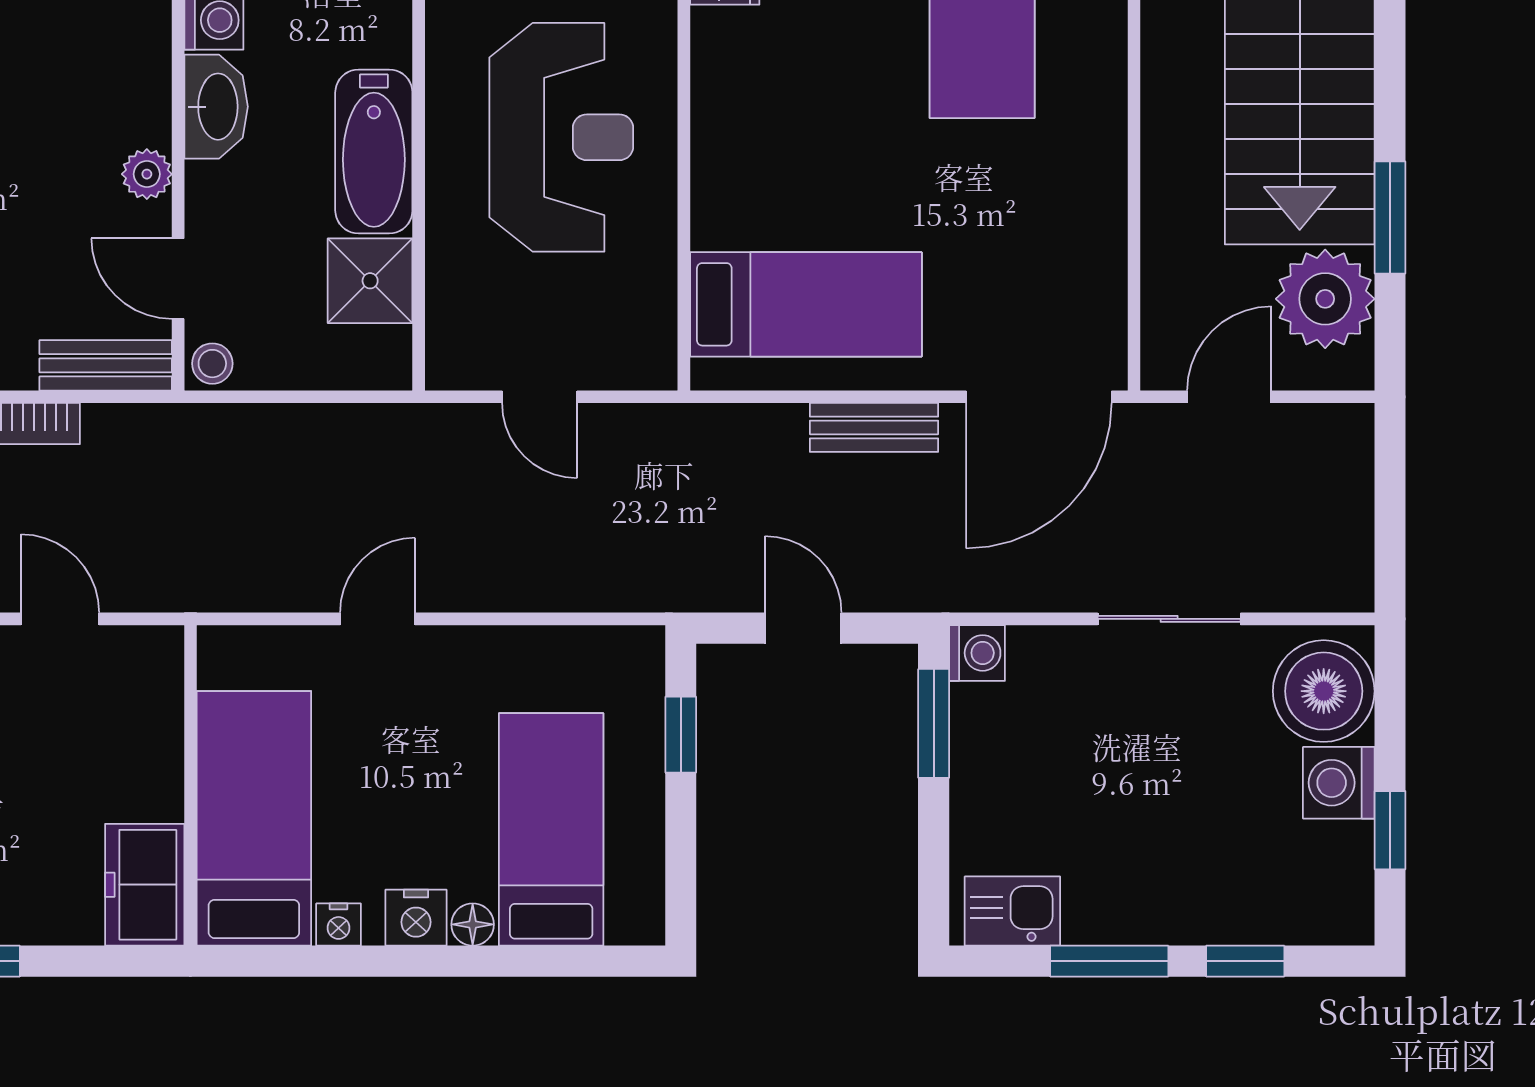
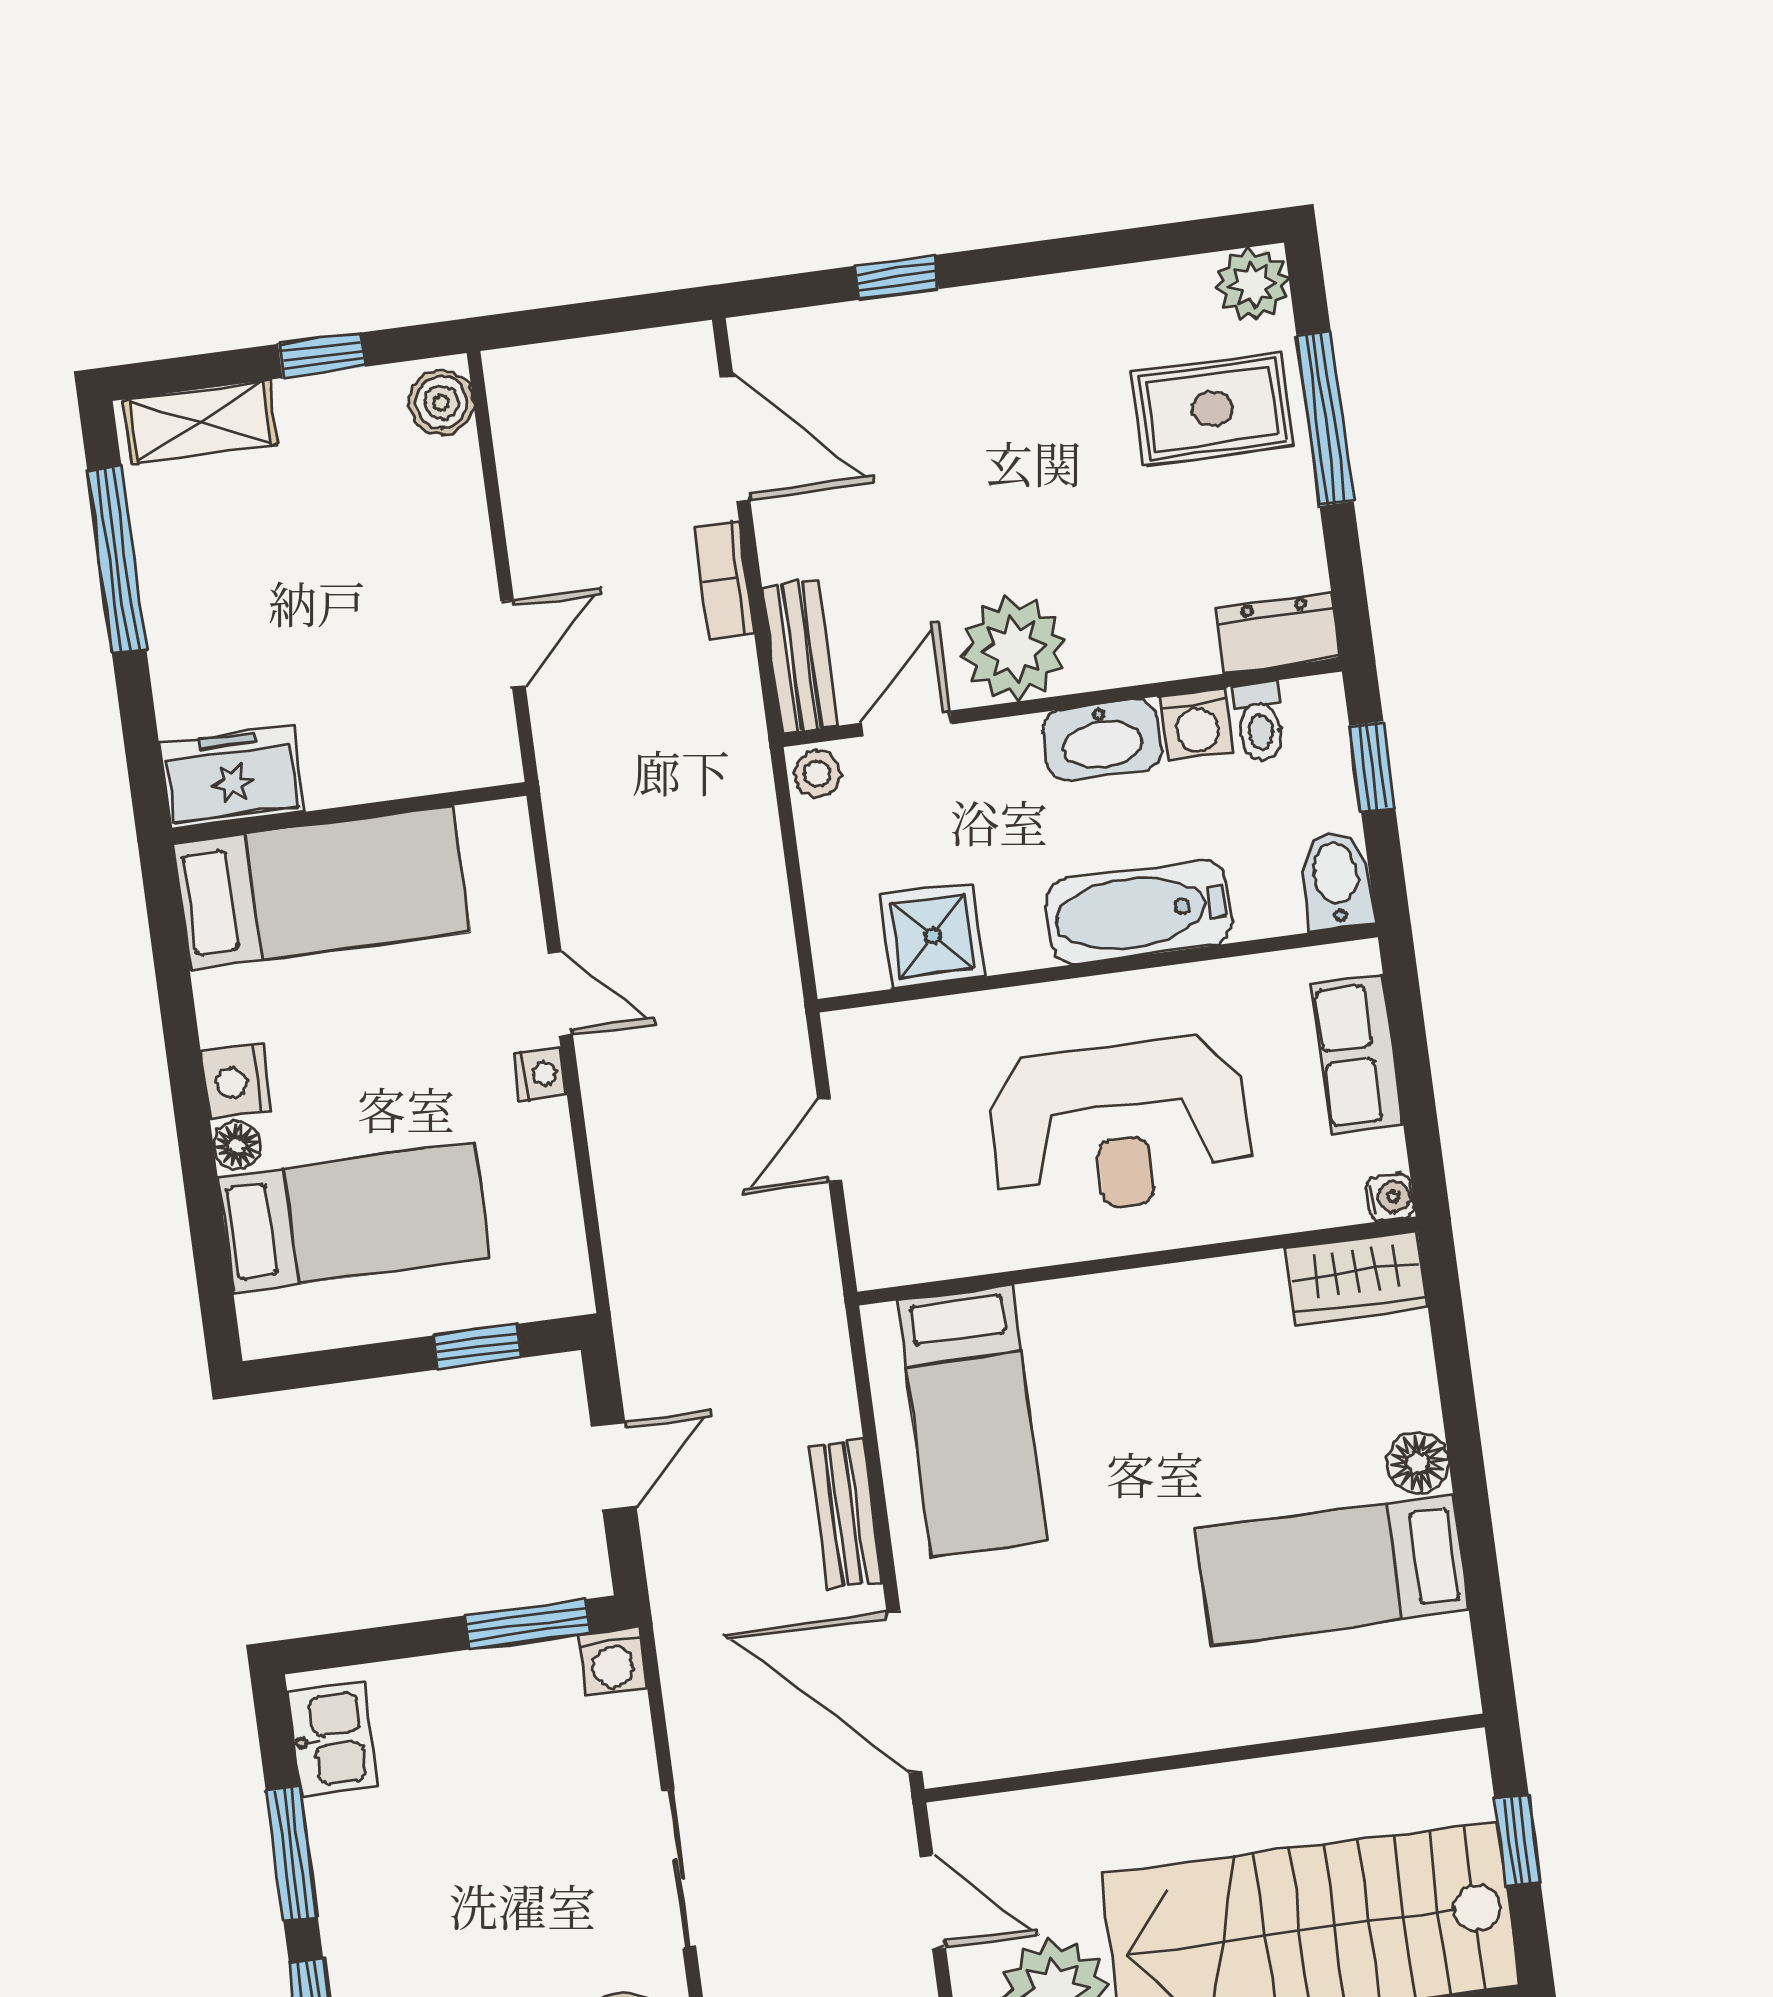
bathtub: (374, 151) -> (1139, 912), moved
plant: (147, 174) -> (1014, 649), width x1.87, depth x1.87
nightstand: (339, 925) -> (540, 1074), moved, turned 180

